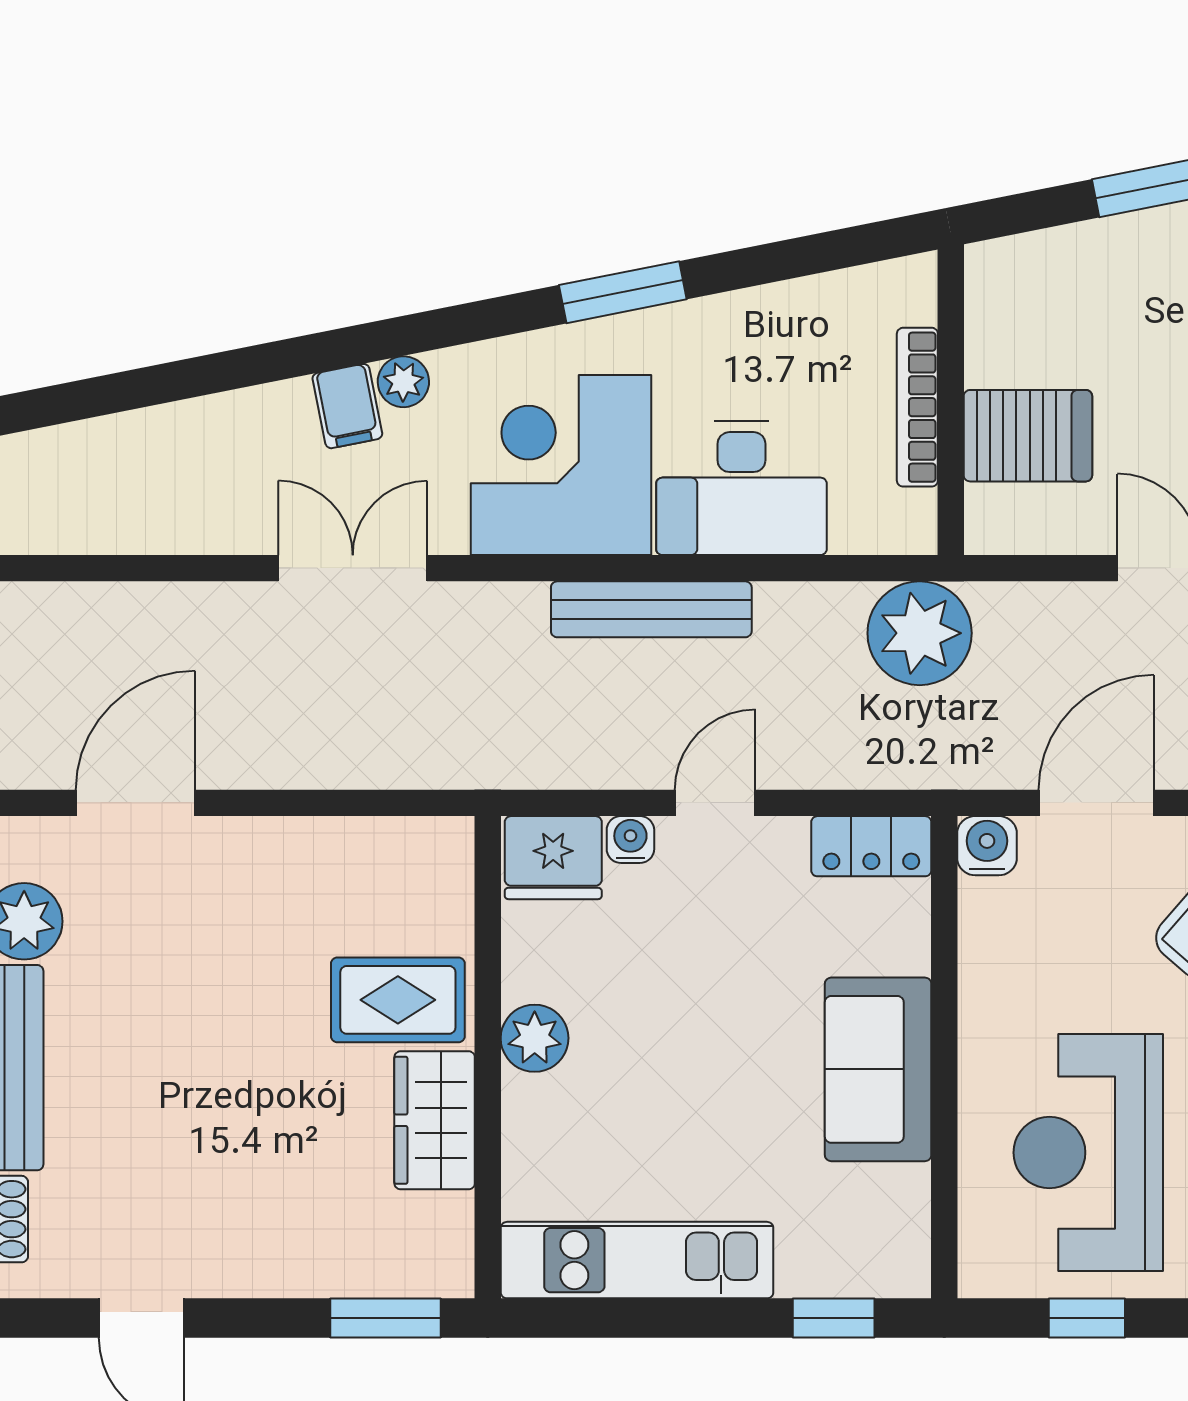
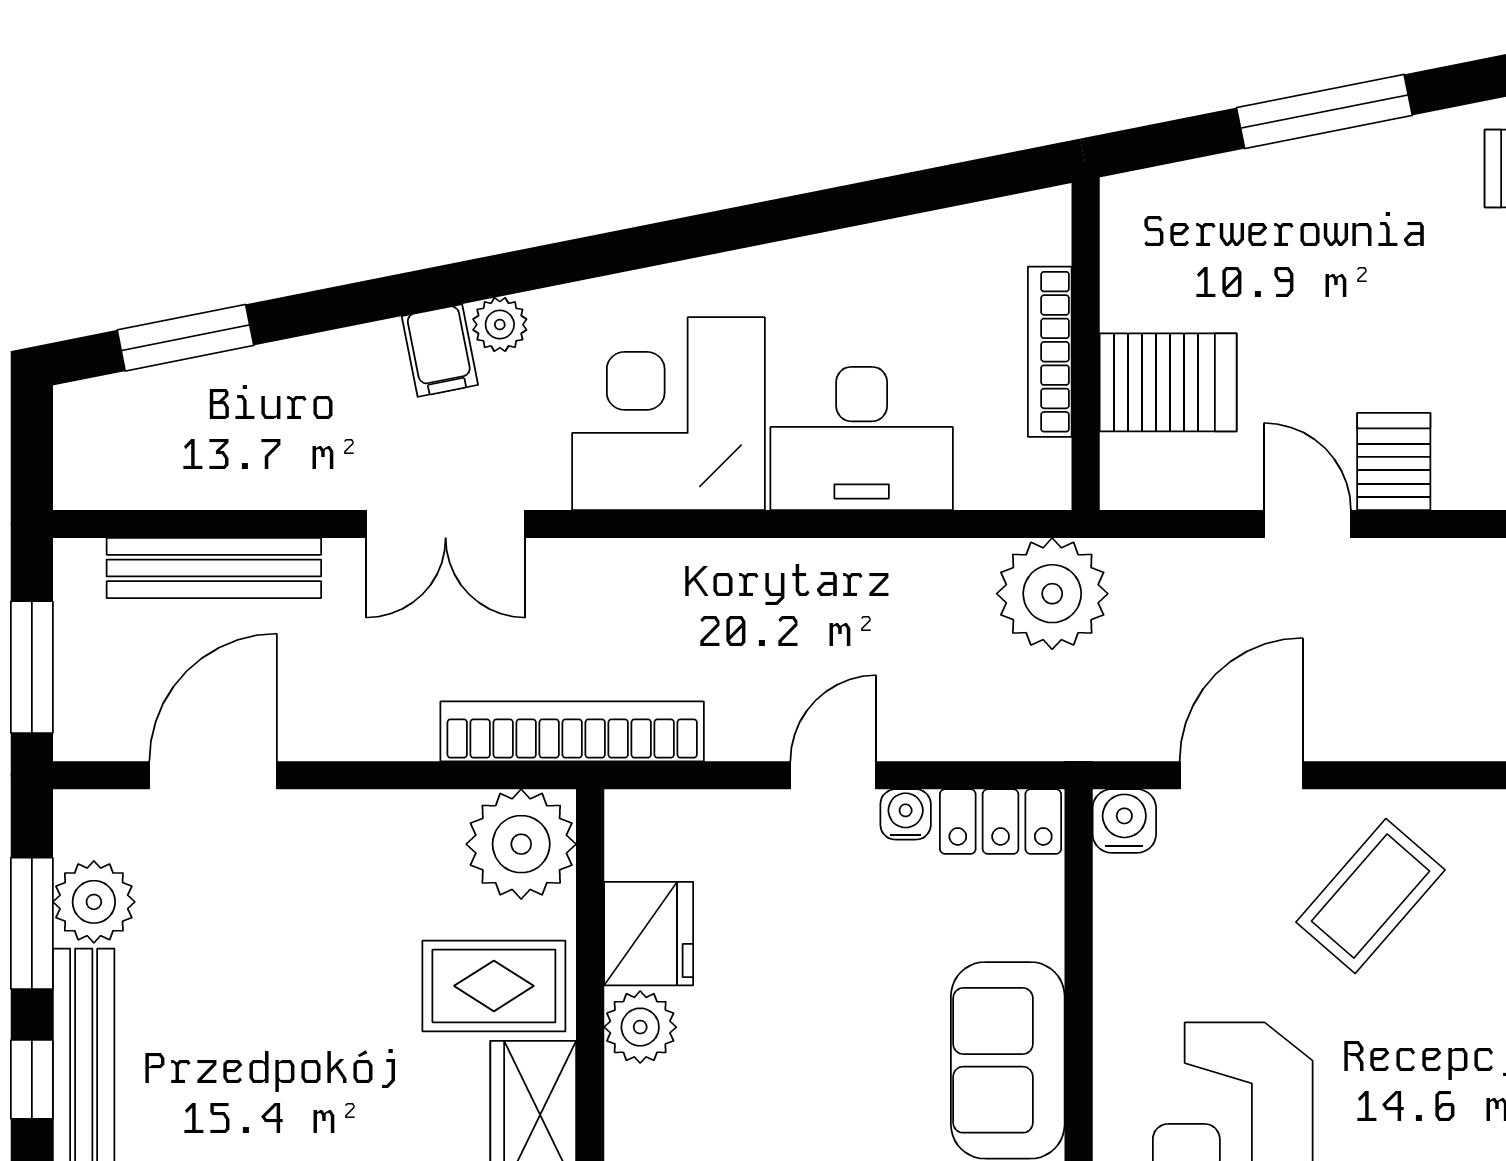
window: (623, 292) -> (185, 338), moved
double door: (353, 568) -> (446, 524), swing flipped
bench: (651, 609) -> (214, 568), moved
bookcase: (471, 762) -> (572, 731), added
water cooler: (630, 840) -> (906, 814), moved
fridge: (553, 858) -> (649, 934), moved, turned -90
plant: (423, 867) -> (521, 844), added

